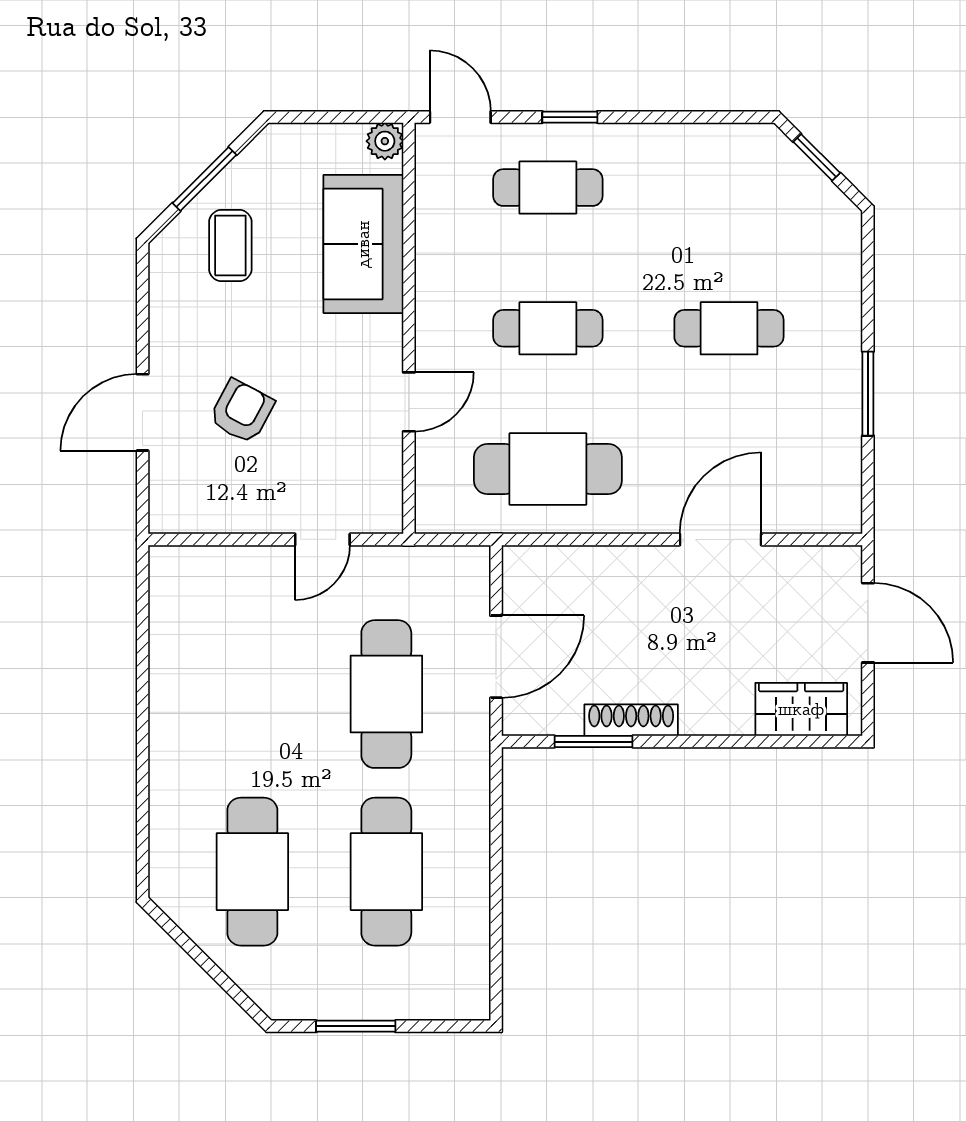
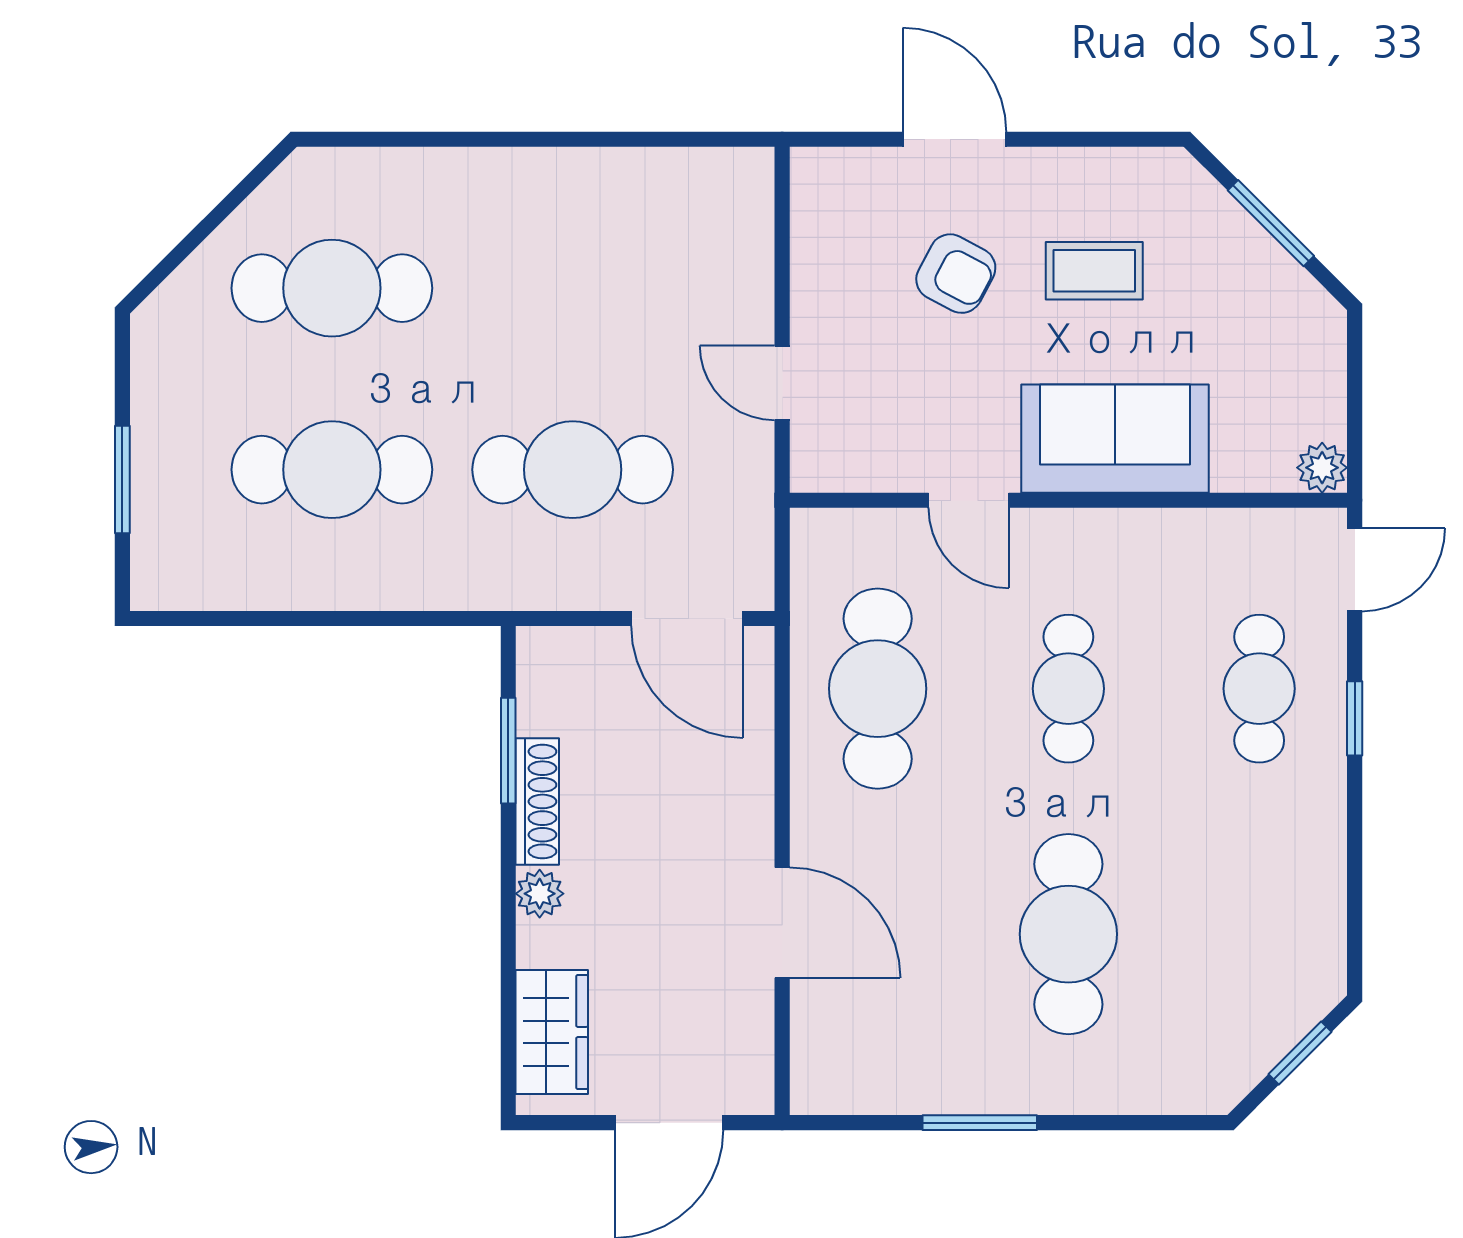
sofa: (363, 244) -> (1115, 439), moved
coffee table: (230, 246) -> (1094, 271), moved
cafe table: (729, 328) -> (1068, 934), width x1.37, depth x1.35
door: (496, 657) -> (687, 618), moved
plant: (699, 718) -> (540, 894), added
window: (356, 1026) -> (122, 479), moved

